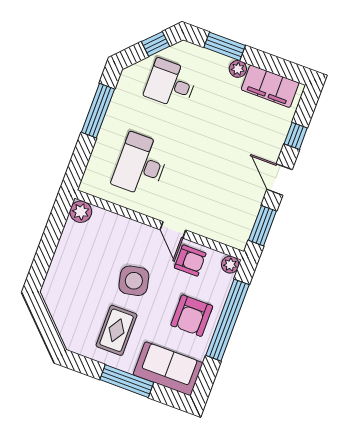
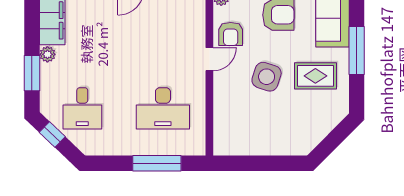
window: (98, 111) -> (157, 163), moved
plant: (81, 212) -> (223, 146), removed
armchair: (190, 261) -> (231, 34), turned 180
side table: (134, 281) -> (267, 77), turned 30

